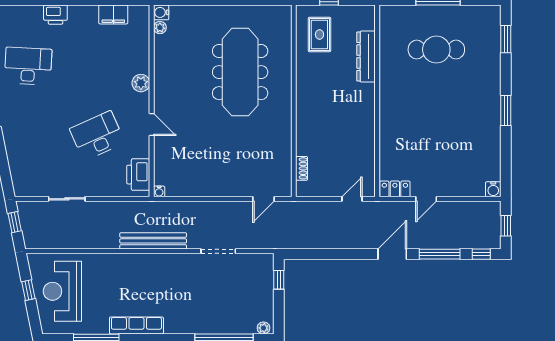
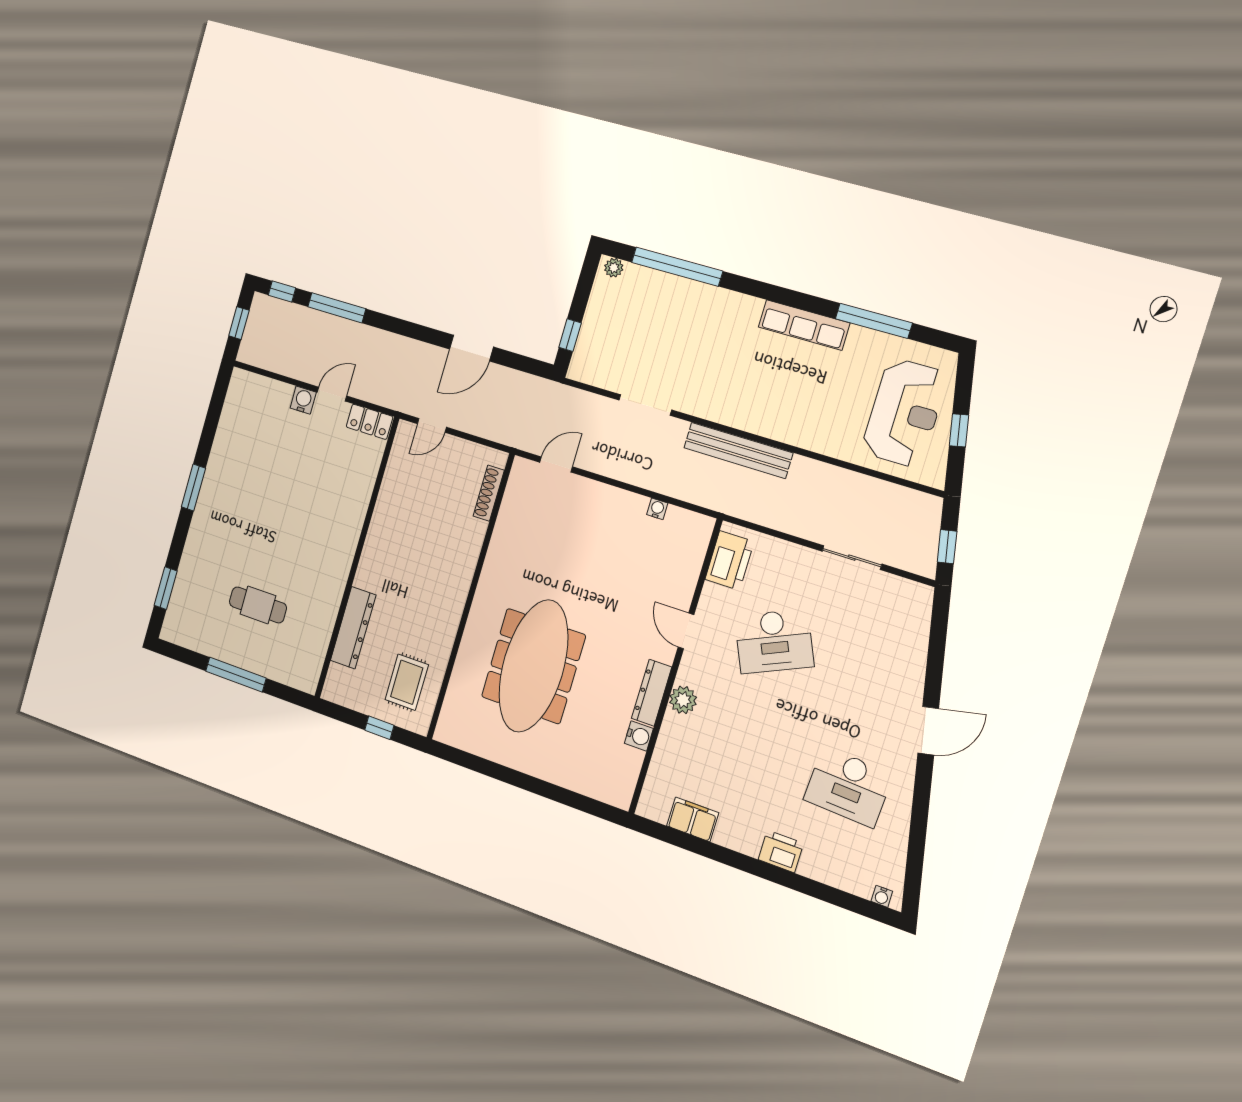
water cooler: (161, 12) -> (639, 736), moved
plant: (160, 28) -> (629, 774), removed
cafe table: (436, 50) -> (258, 605), width x0.73, depth x0.74
dresser: (161, 81) -> (652, 693), added
shoe rack: (302, 168) -> (489, 493), width x1.43
water cooler: (493, 189) -> (303, 400), moved
water cooler: (159, 191) -> (657, 509), moved
door: (392, 254) -> (471, 348), moved

